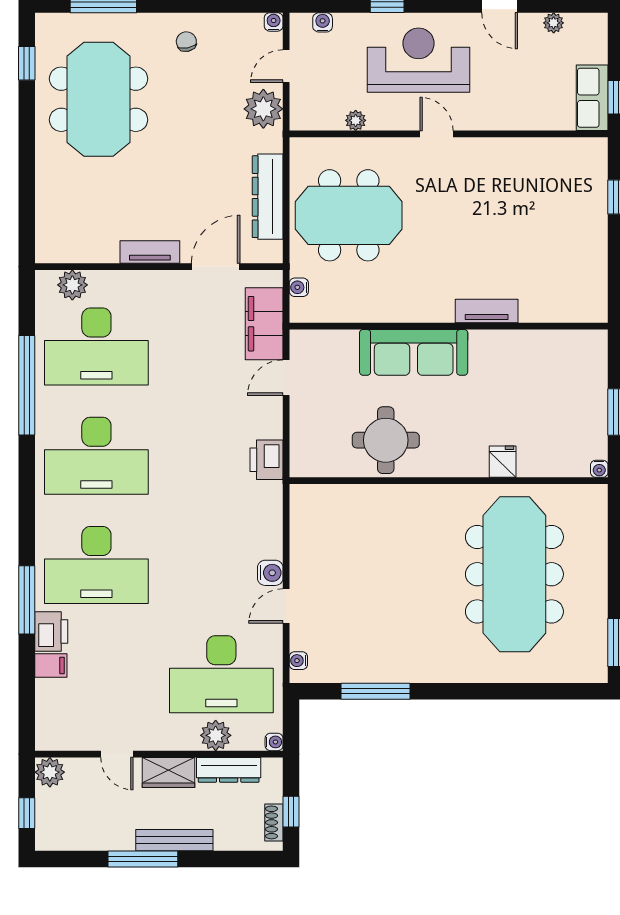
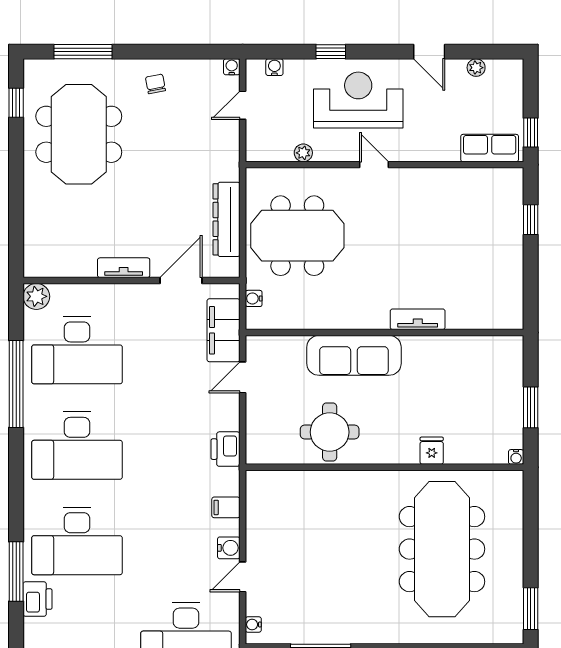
row of seats: (592, 98) -> (490, 148), moved, turned 90
plant: (263, 109) -> (223, 143), removed
plant: (72, 285) -> (36, 296), moved
filing cabinet: (51, 665) -> (226, 507), moved, turned 180

